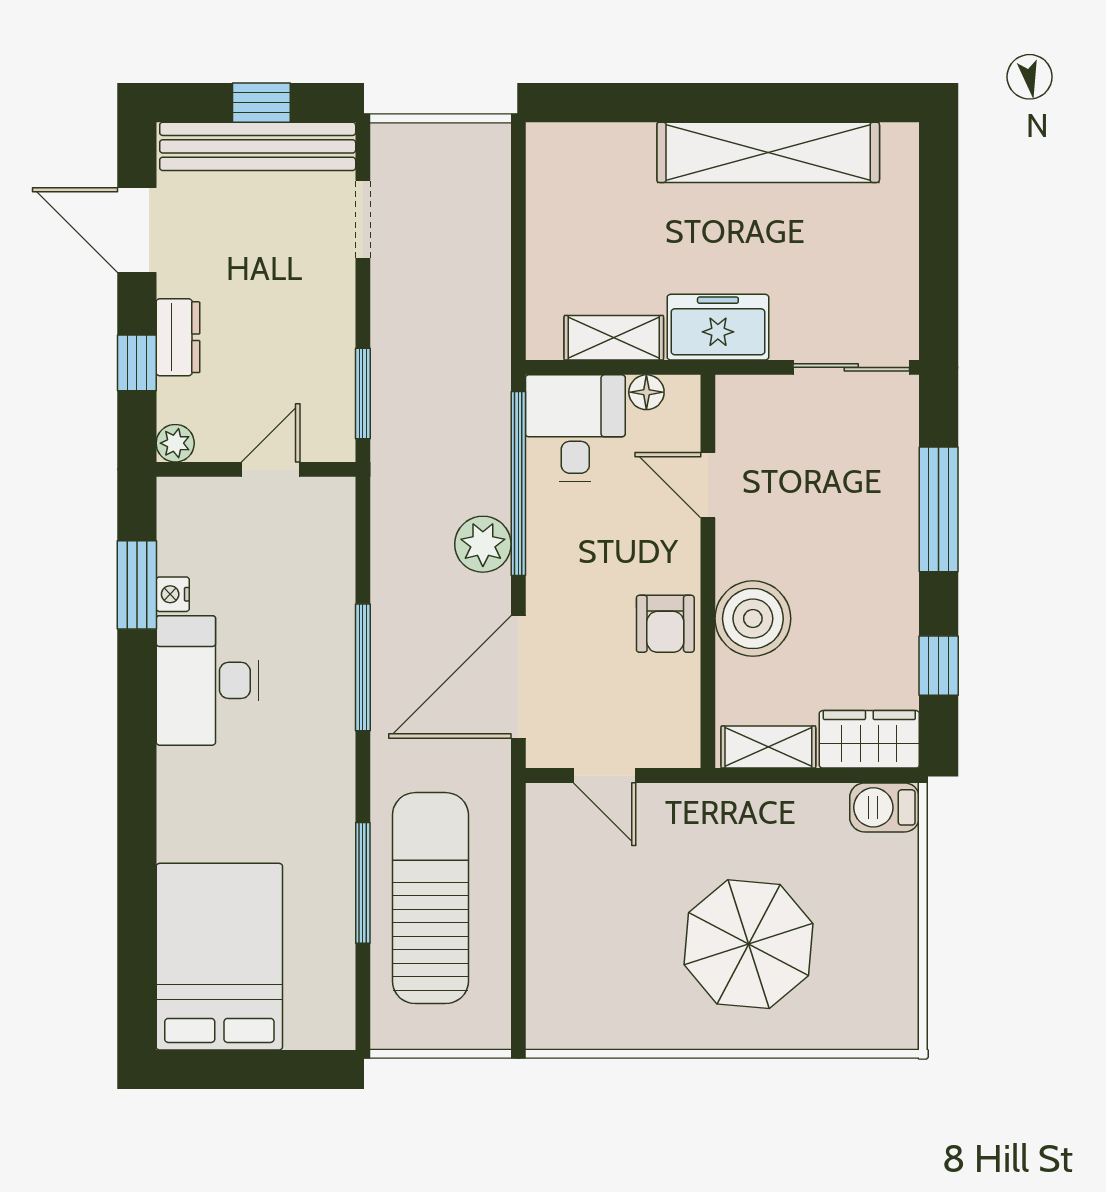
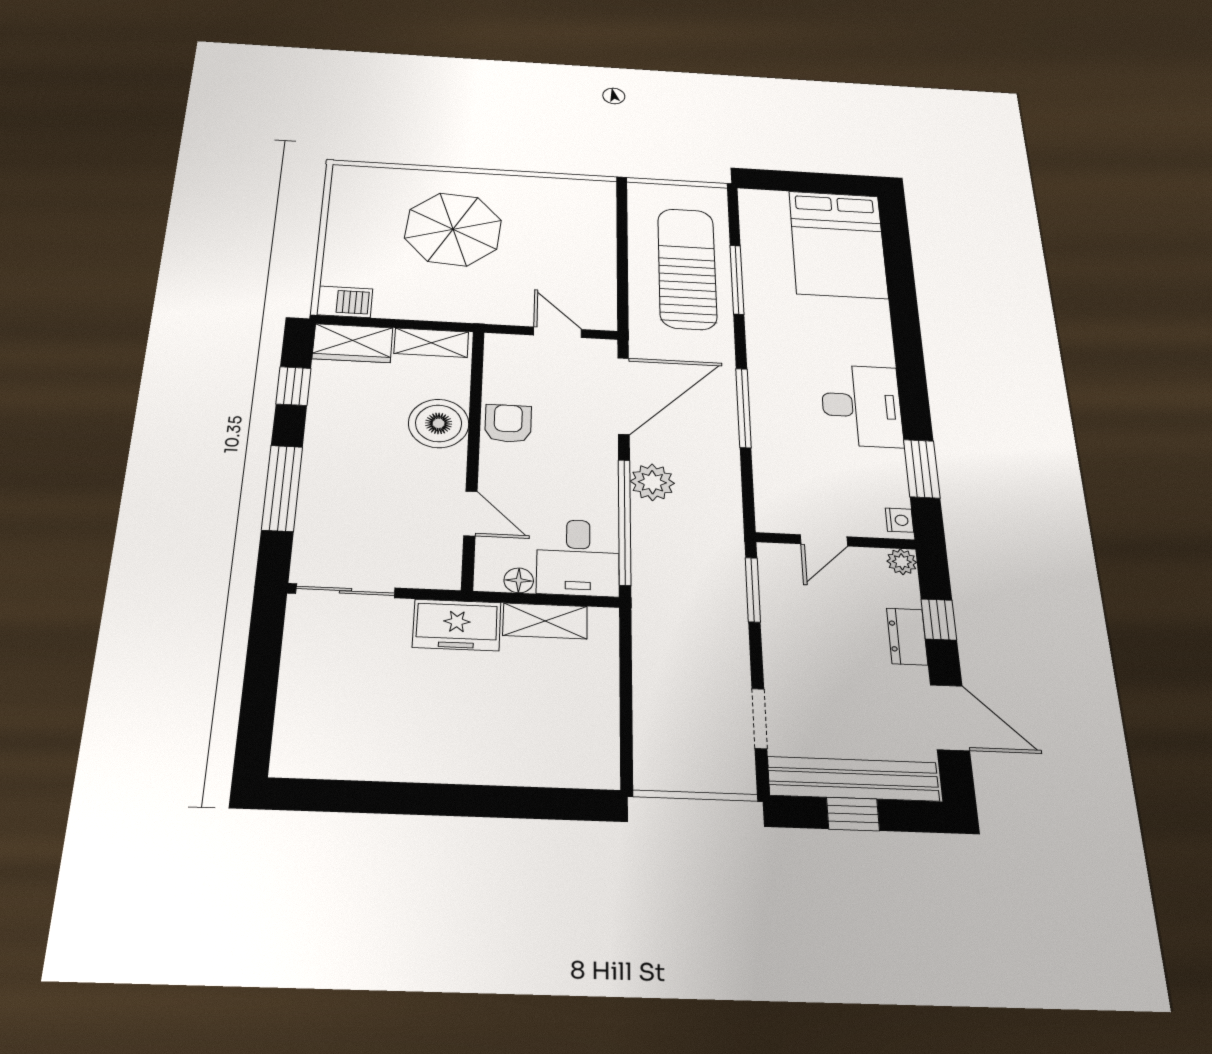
shelving: (768, 152) -> (406, 758), removed
nightstand: (173, 594) -> (899, 520), moved
sun lounger: (430, 898) -> (687, 268), turned 180

